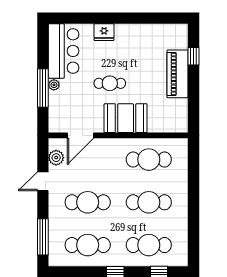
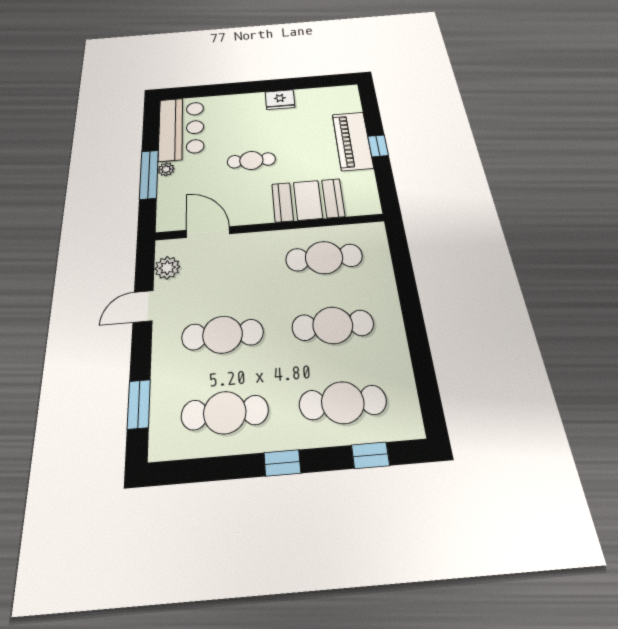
fridge: (104, 32) -> (280, 100), moved
window: (194, 56) -> (378, 146), moved
booth: (126, 118) -> (308, 200), moved
door: (81, 135) -> (208, 232), swing flipped
window: (43, 237) -> (139, 404), width x0.69

